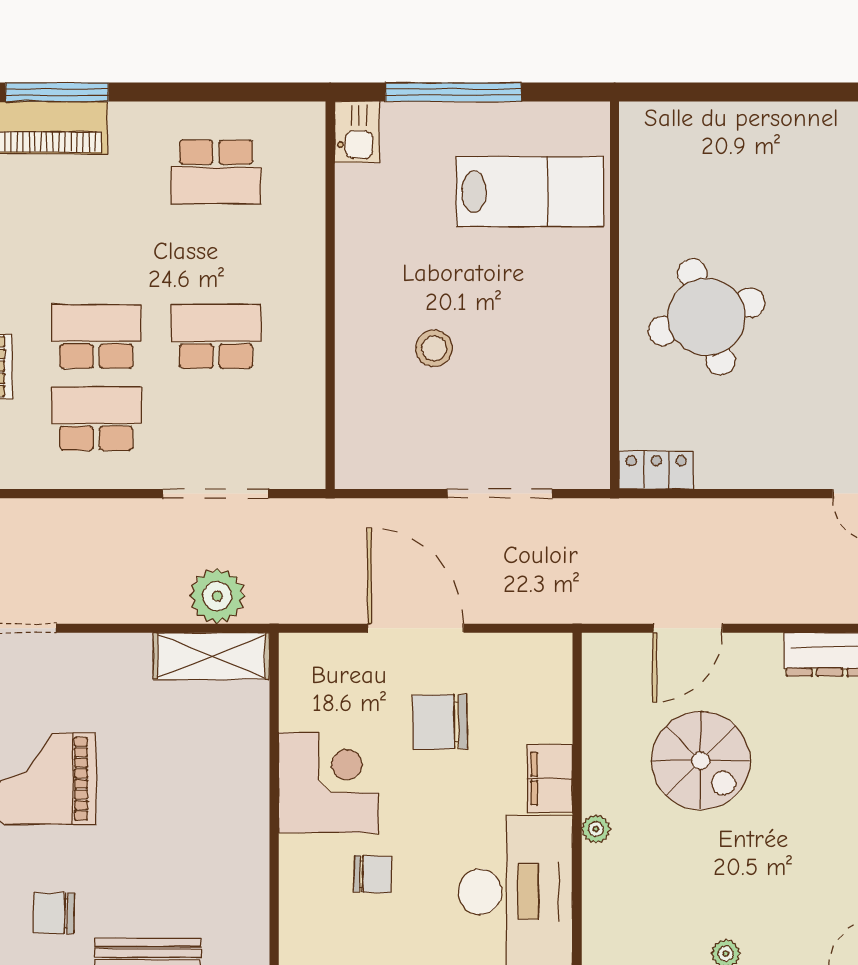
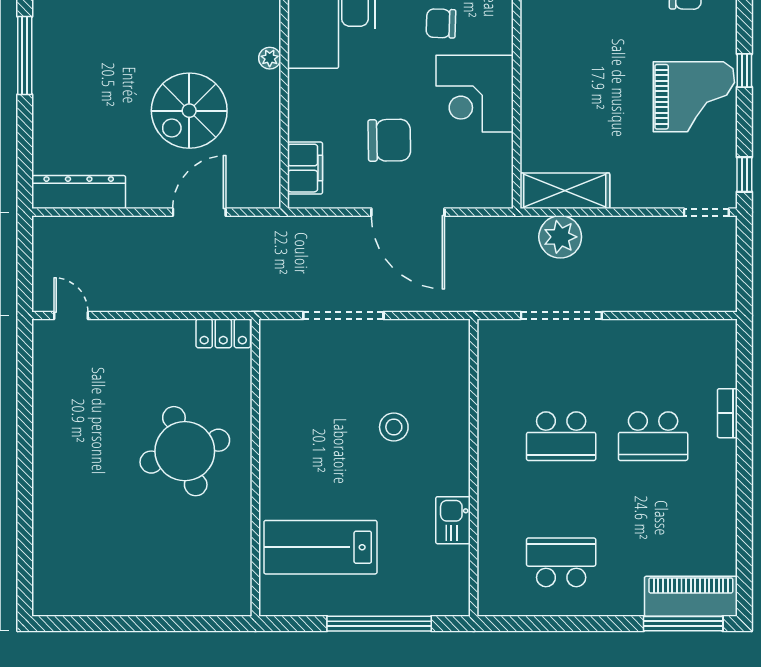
kitchen sink: (357, 132) -> (453, 520), moved
school desk: (96, 419) -> (653, 373), removed
spiral stairs: (701, 761) -> (189, 111), turned -90
filing cabinet: (550, 779) -> (305, 168), moved

